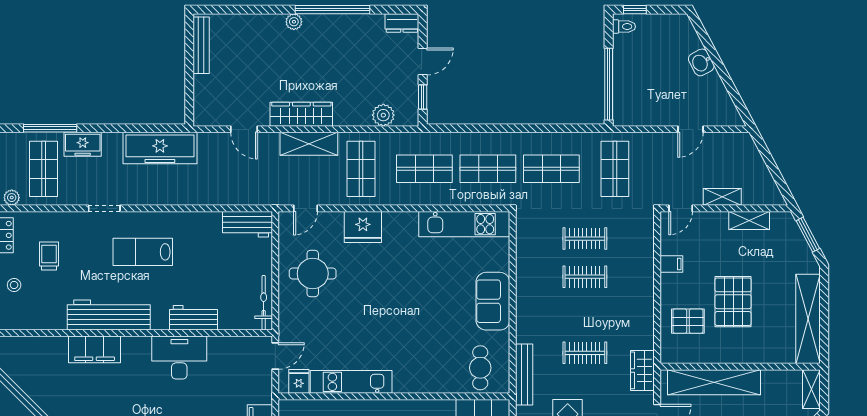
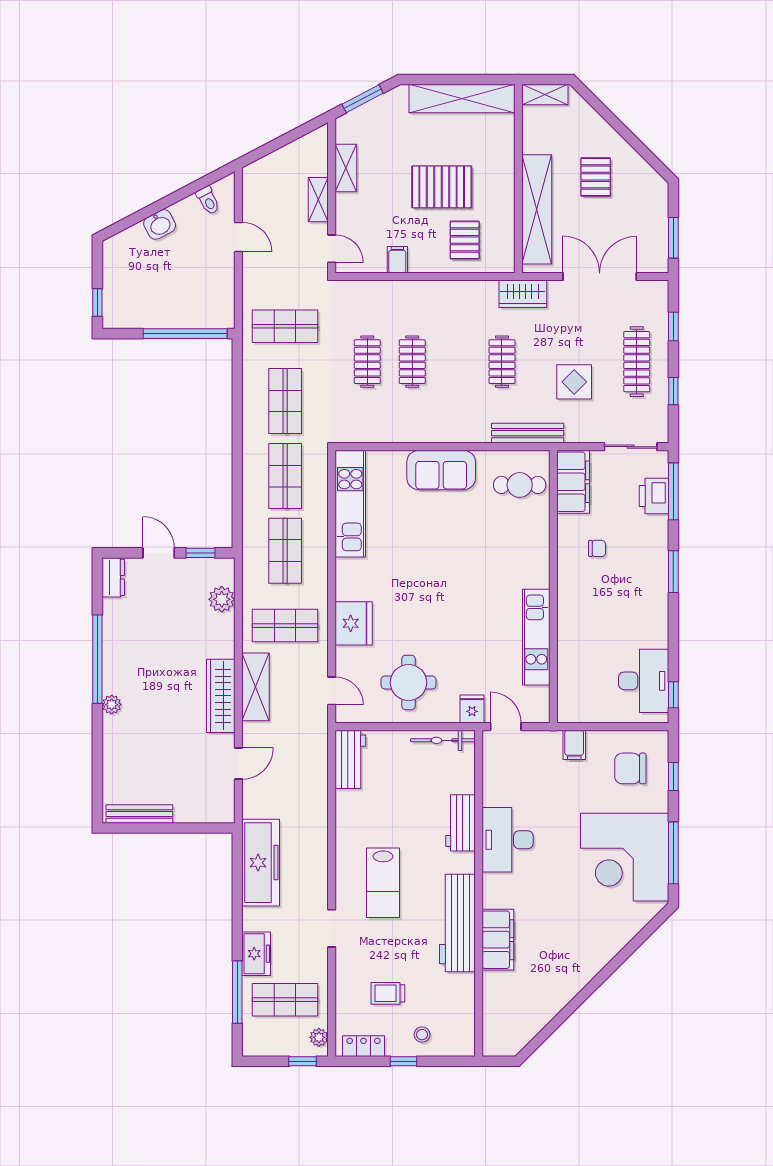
toilet: (624, 27) -> (208, 200), moved, turned 152
fridge: (299, 381) -> (472, 709), moved, turned 90

